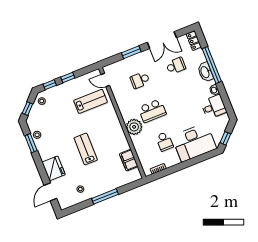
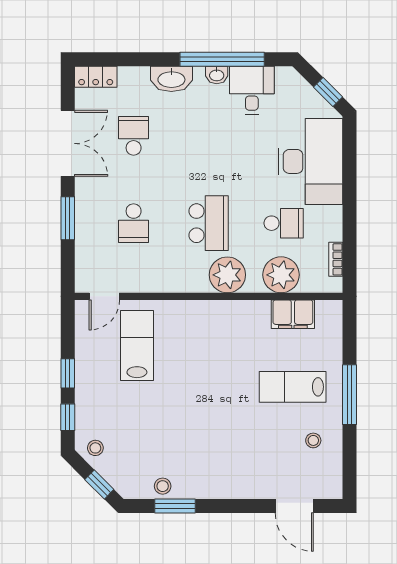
window: (212, 65) -> (222, 59), moved
lab bench: (86, 149) -> (293, 387), moved
plant: (143, 149) -> (281, 275), added
fridge: (54, 168) -> (247, 480), removed

